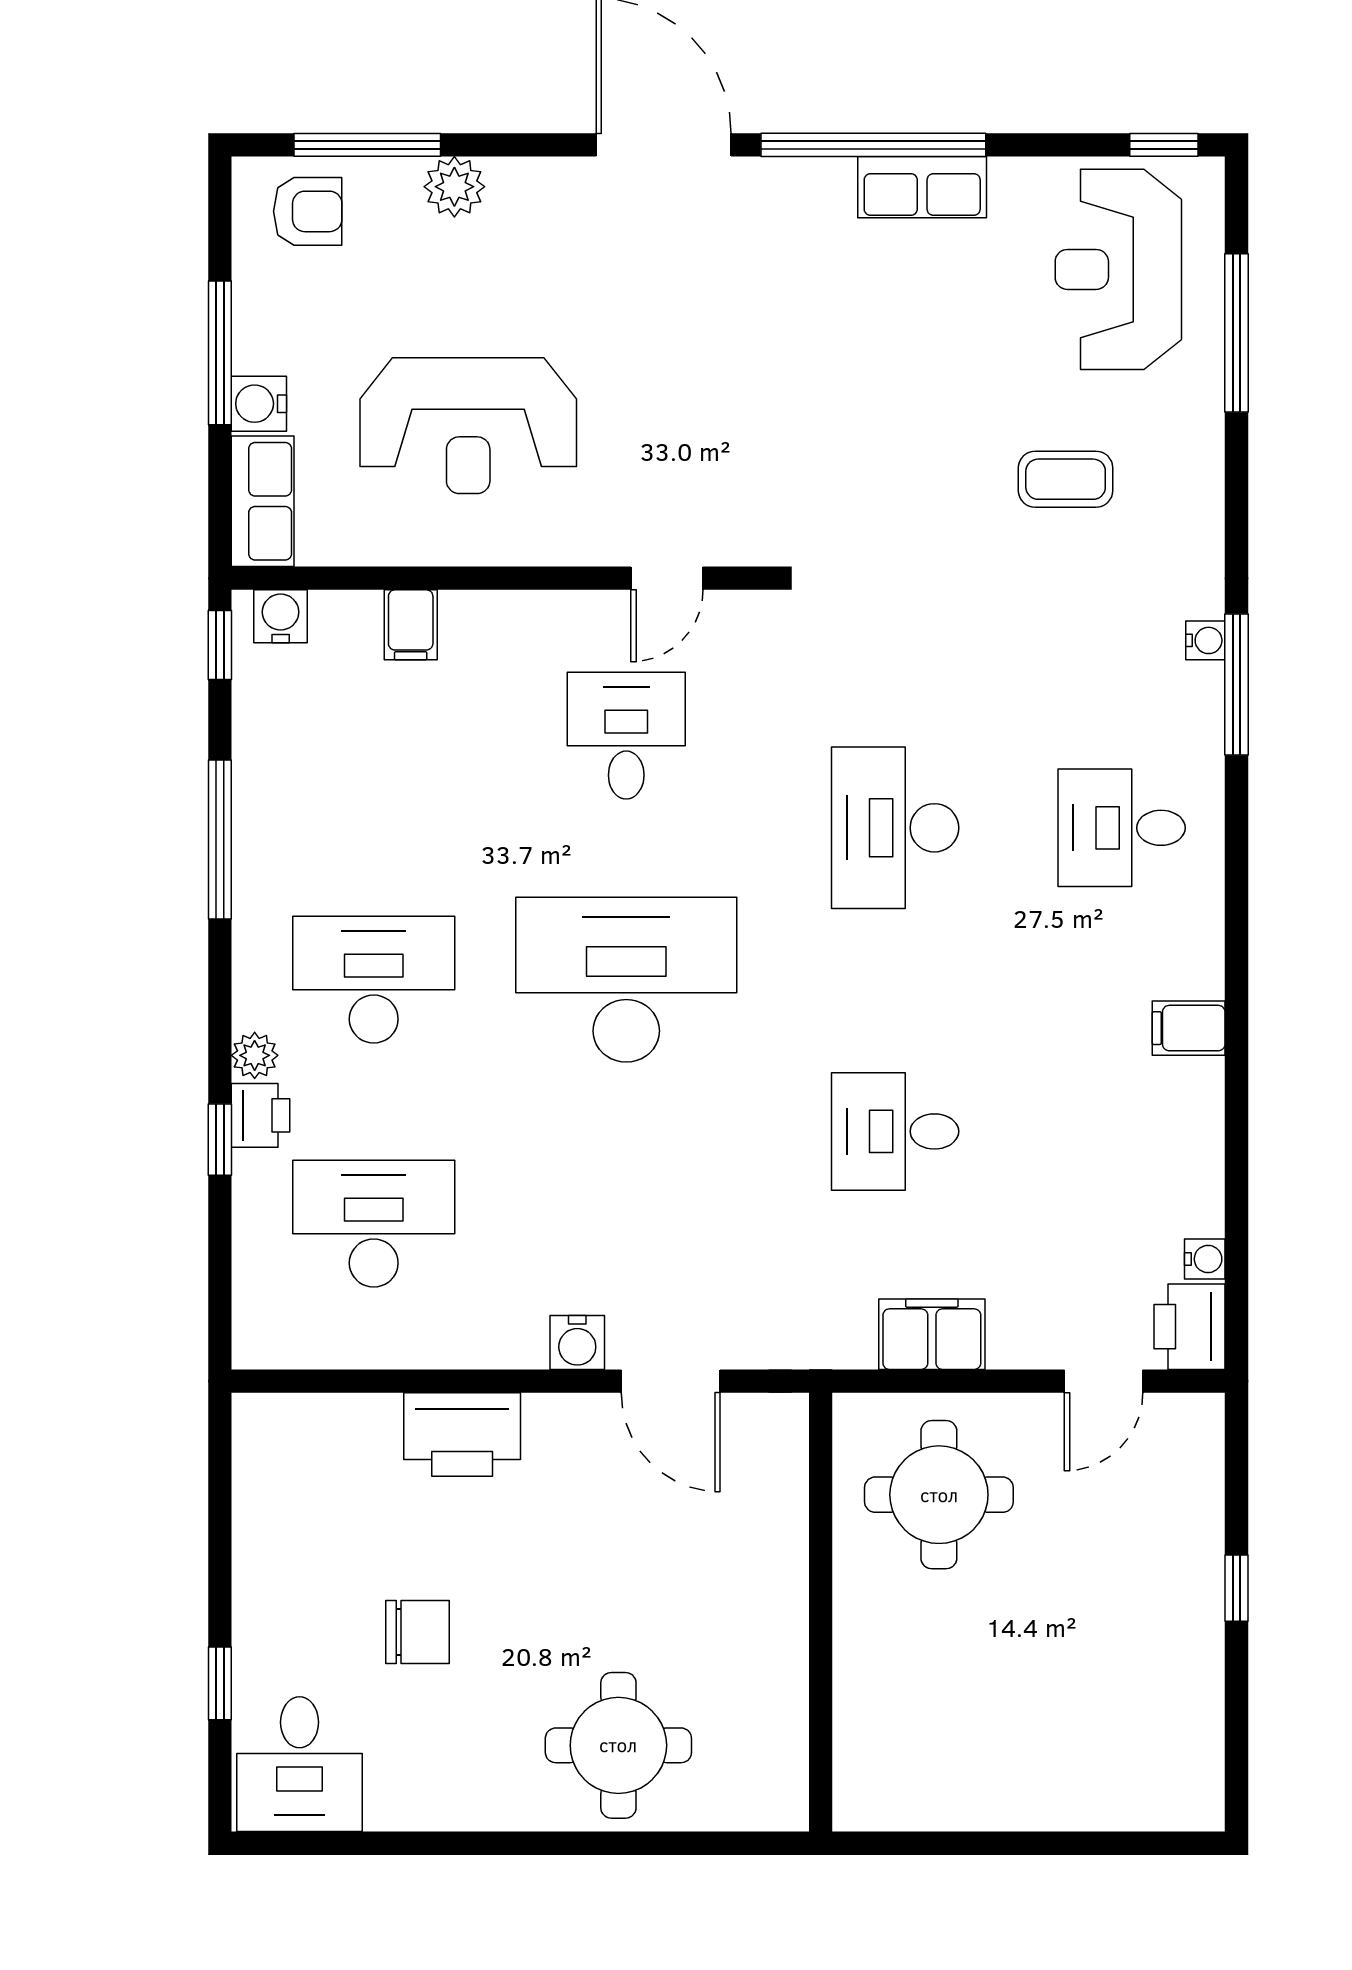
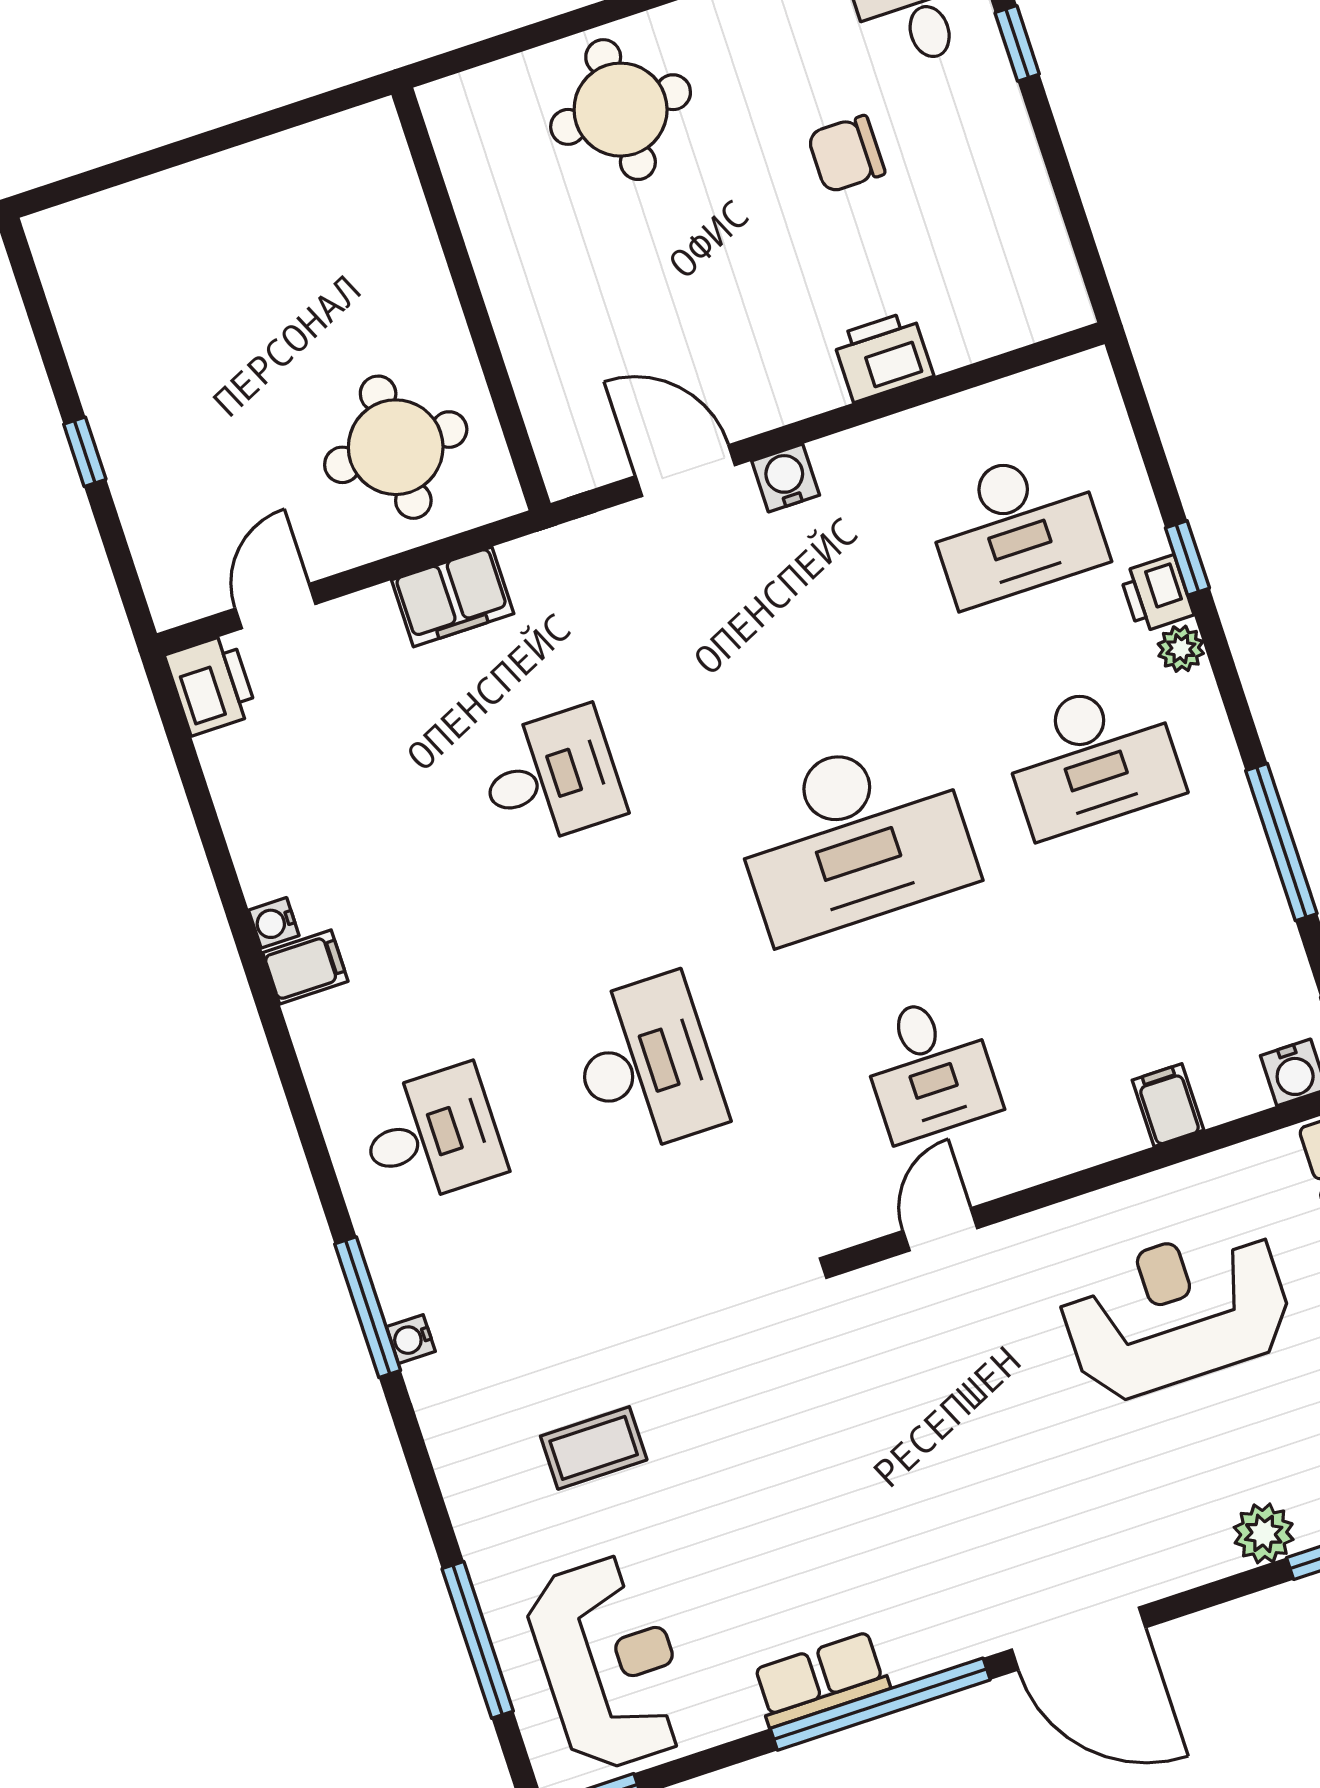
water cooler: (1205, 1259) -> (274, 923), moved
printer: (462, 1435) -> (883, 356), width x0.73, depth x0.84

